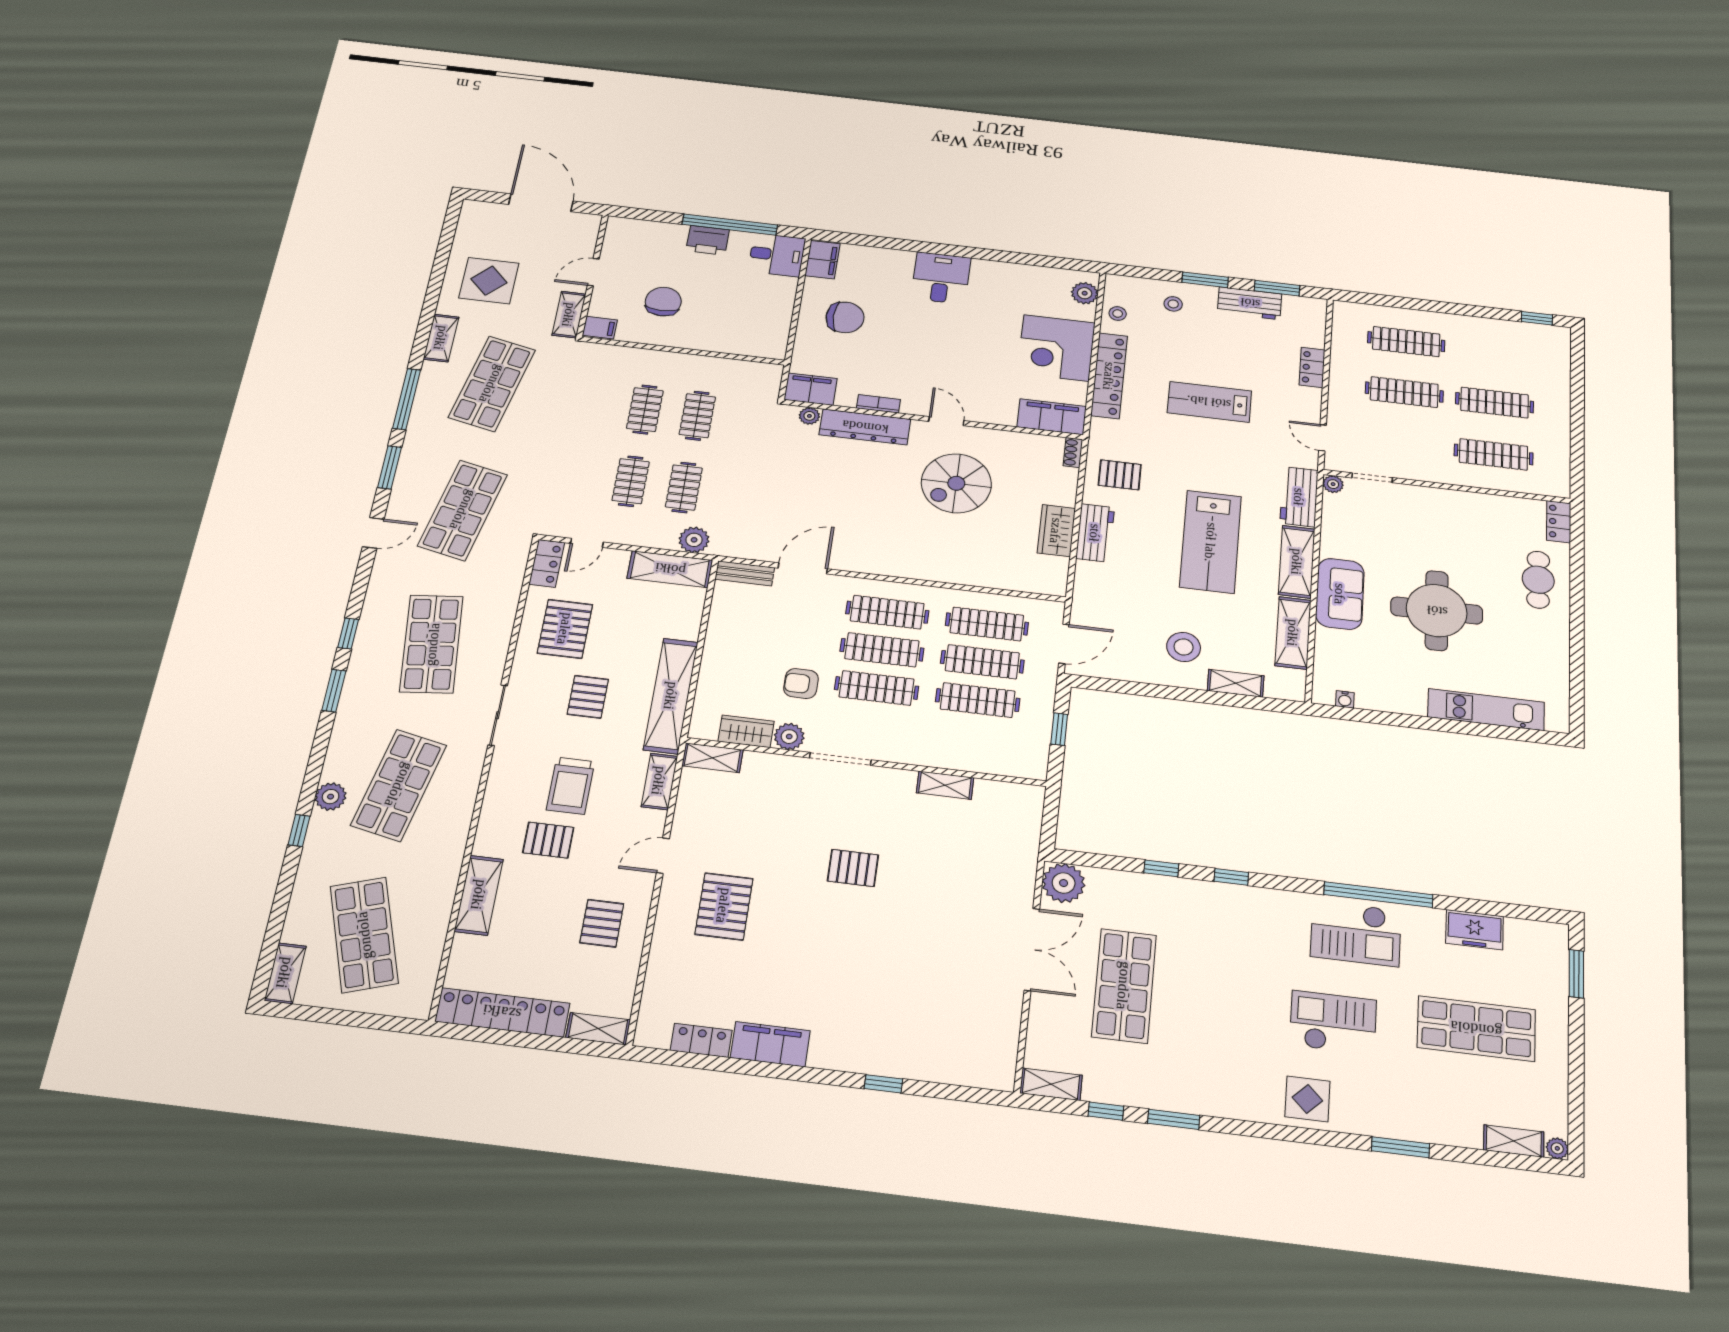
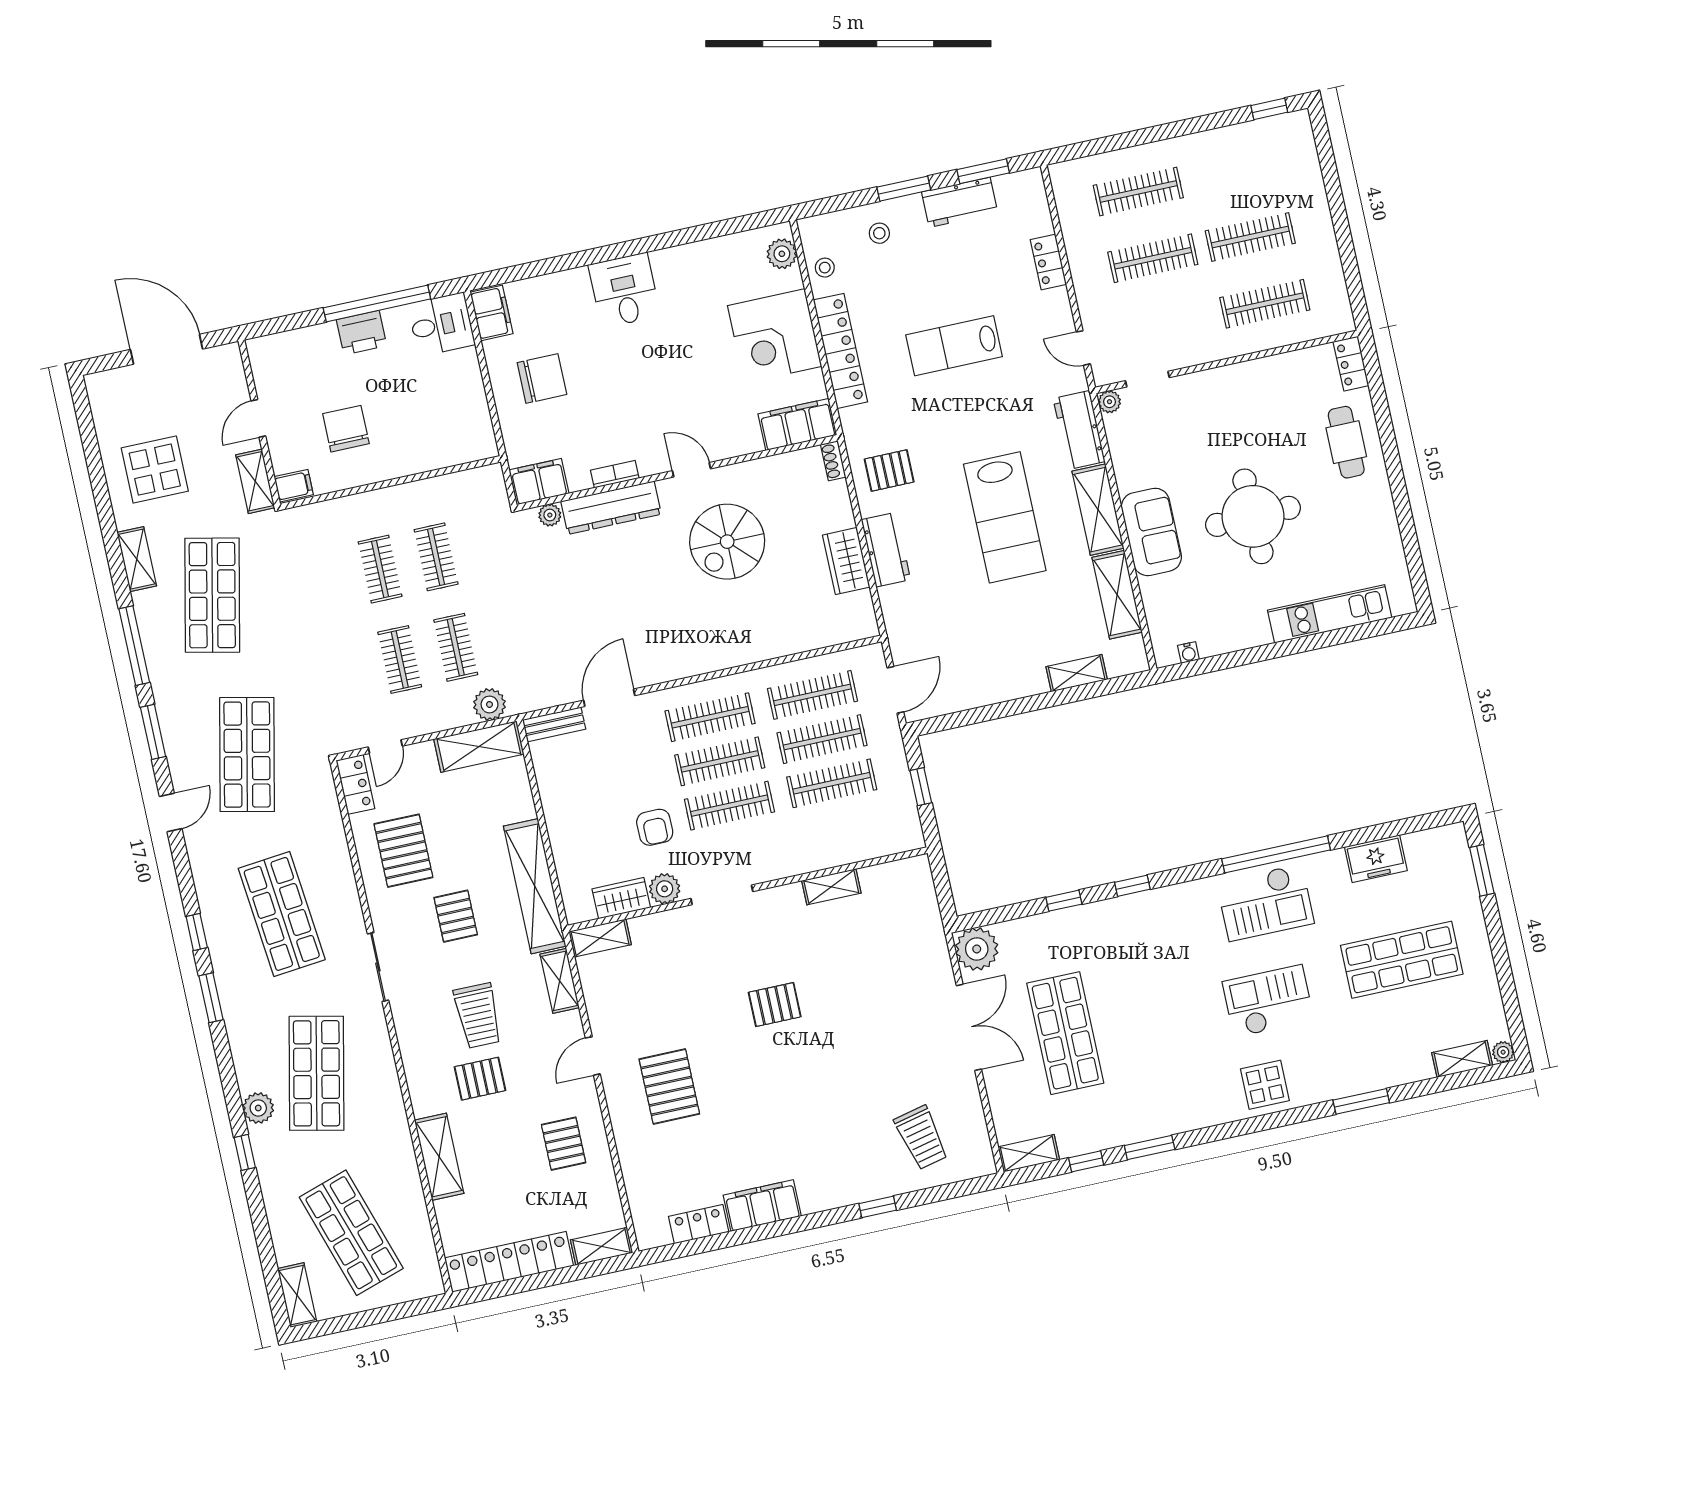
stool: (1184, 647) -> (1014, 650), removed
armchair: (801, 683) -> (655, 827), turned -90
trolley: (950, 1034) -> (921, 1138), added

